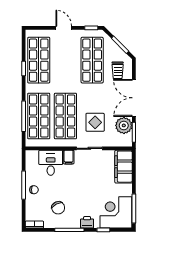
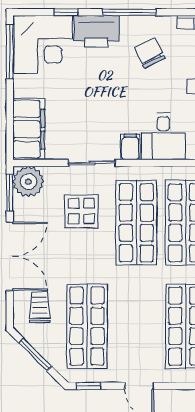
plant: (124, 125) -> (28, 182), moved
printer: (87, 222) -> (96, 31), width x1.87, depth x1.48

